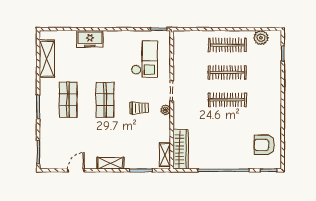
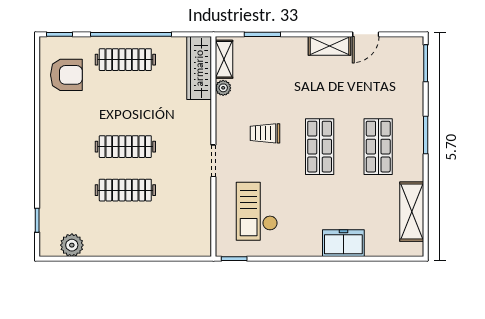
clothes rail: (227, 45) -> (125, 60), moved
plant: (166, 110) -> (223, 88), moved
shelving: (110, 163) -> (329, 46), moved

